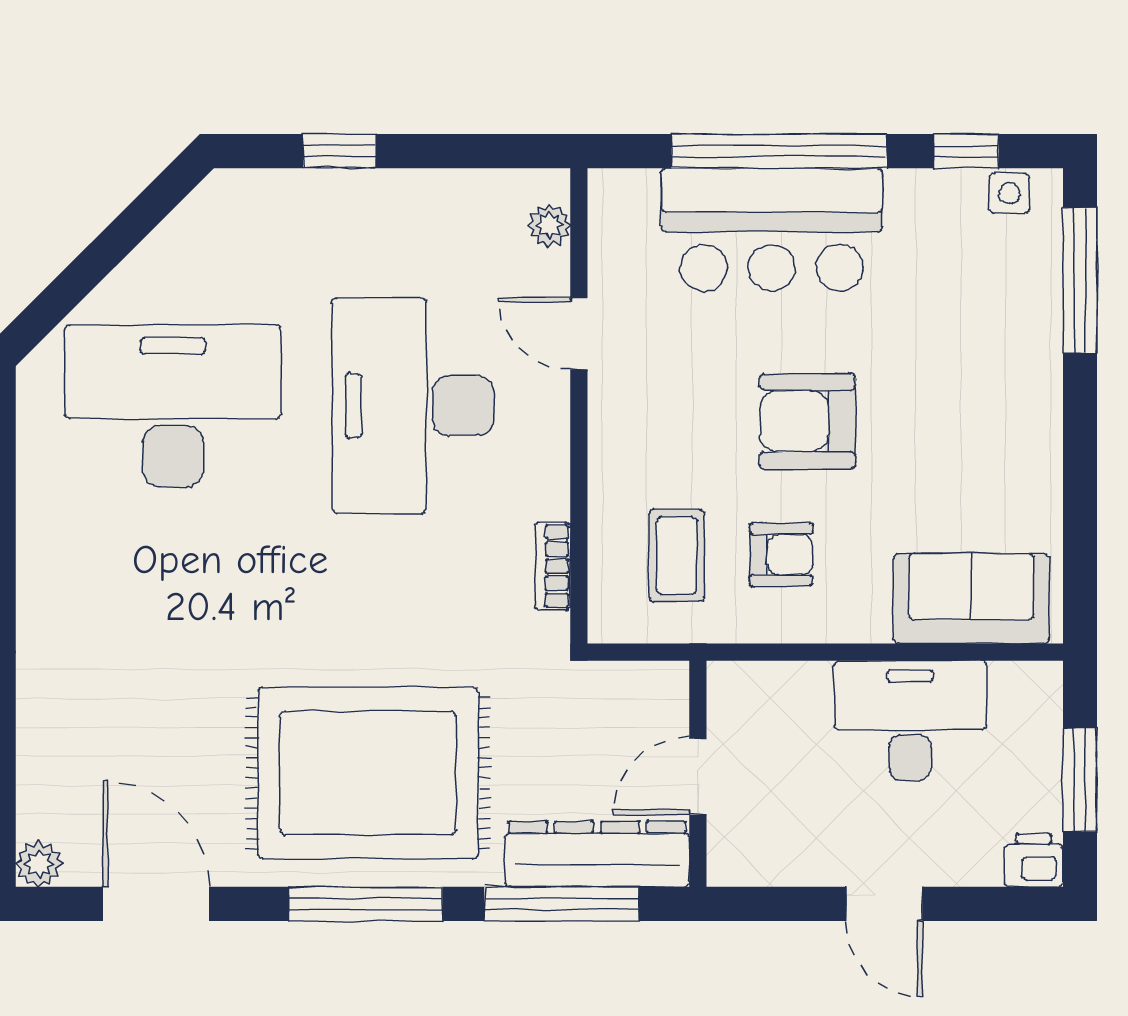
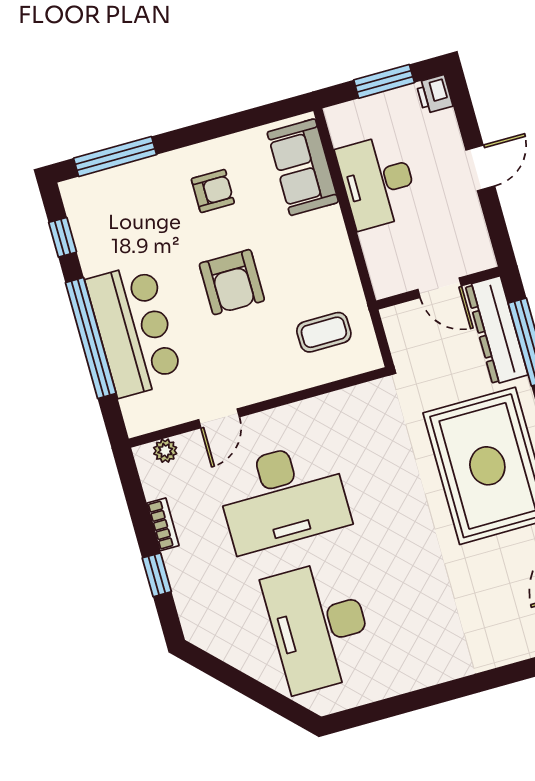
side table: (1009, 193) -> (79, 208), removed
armchair: (781, 555) -> (213, 191), moved, turned 90
bookcase: (553, 566) -> (163, 524), moved, turned -90

